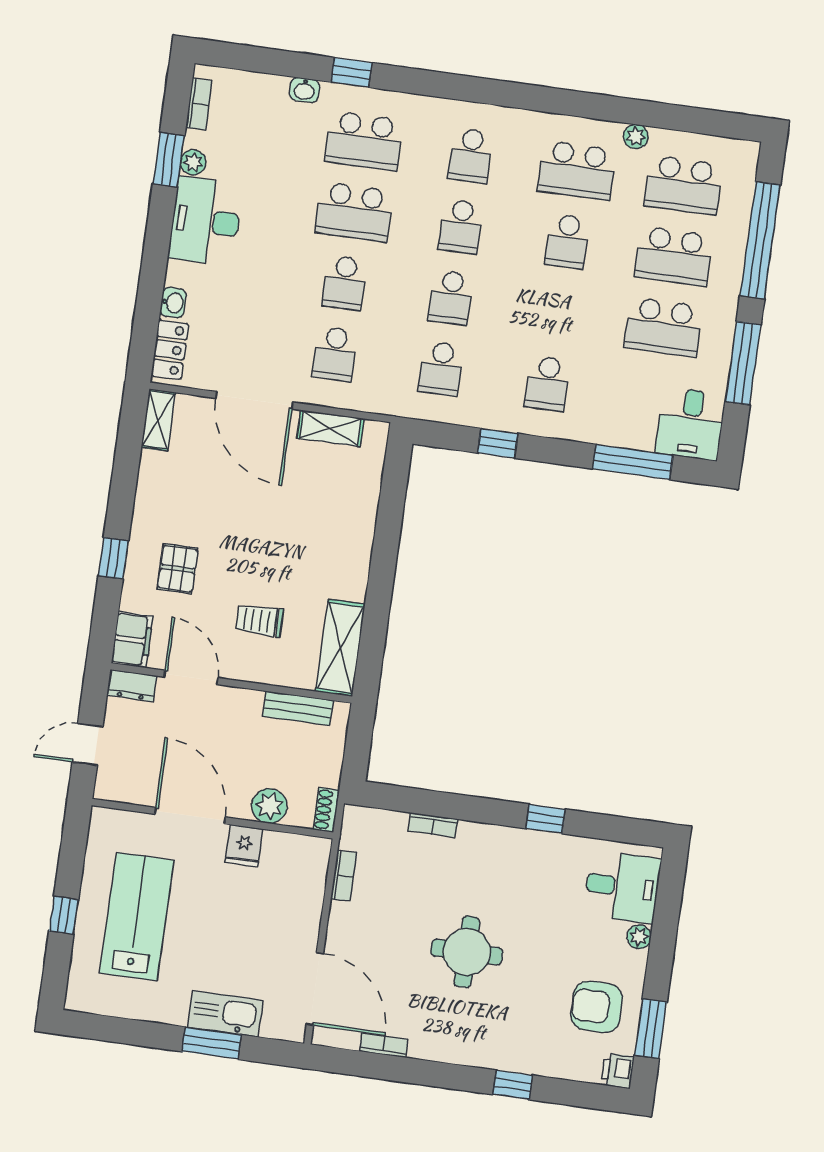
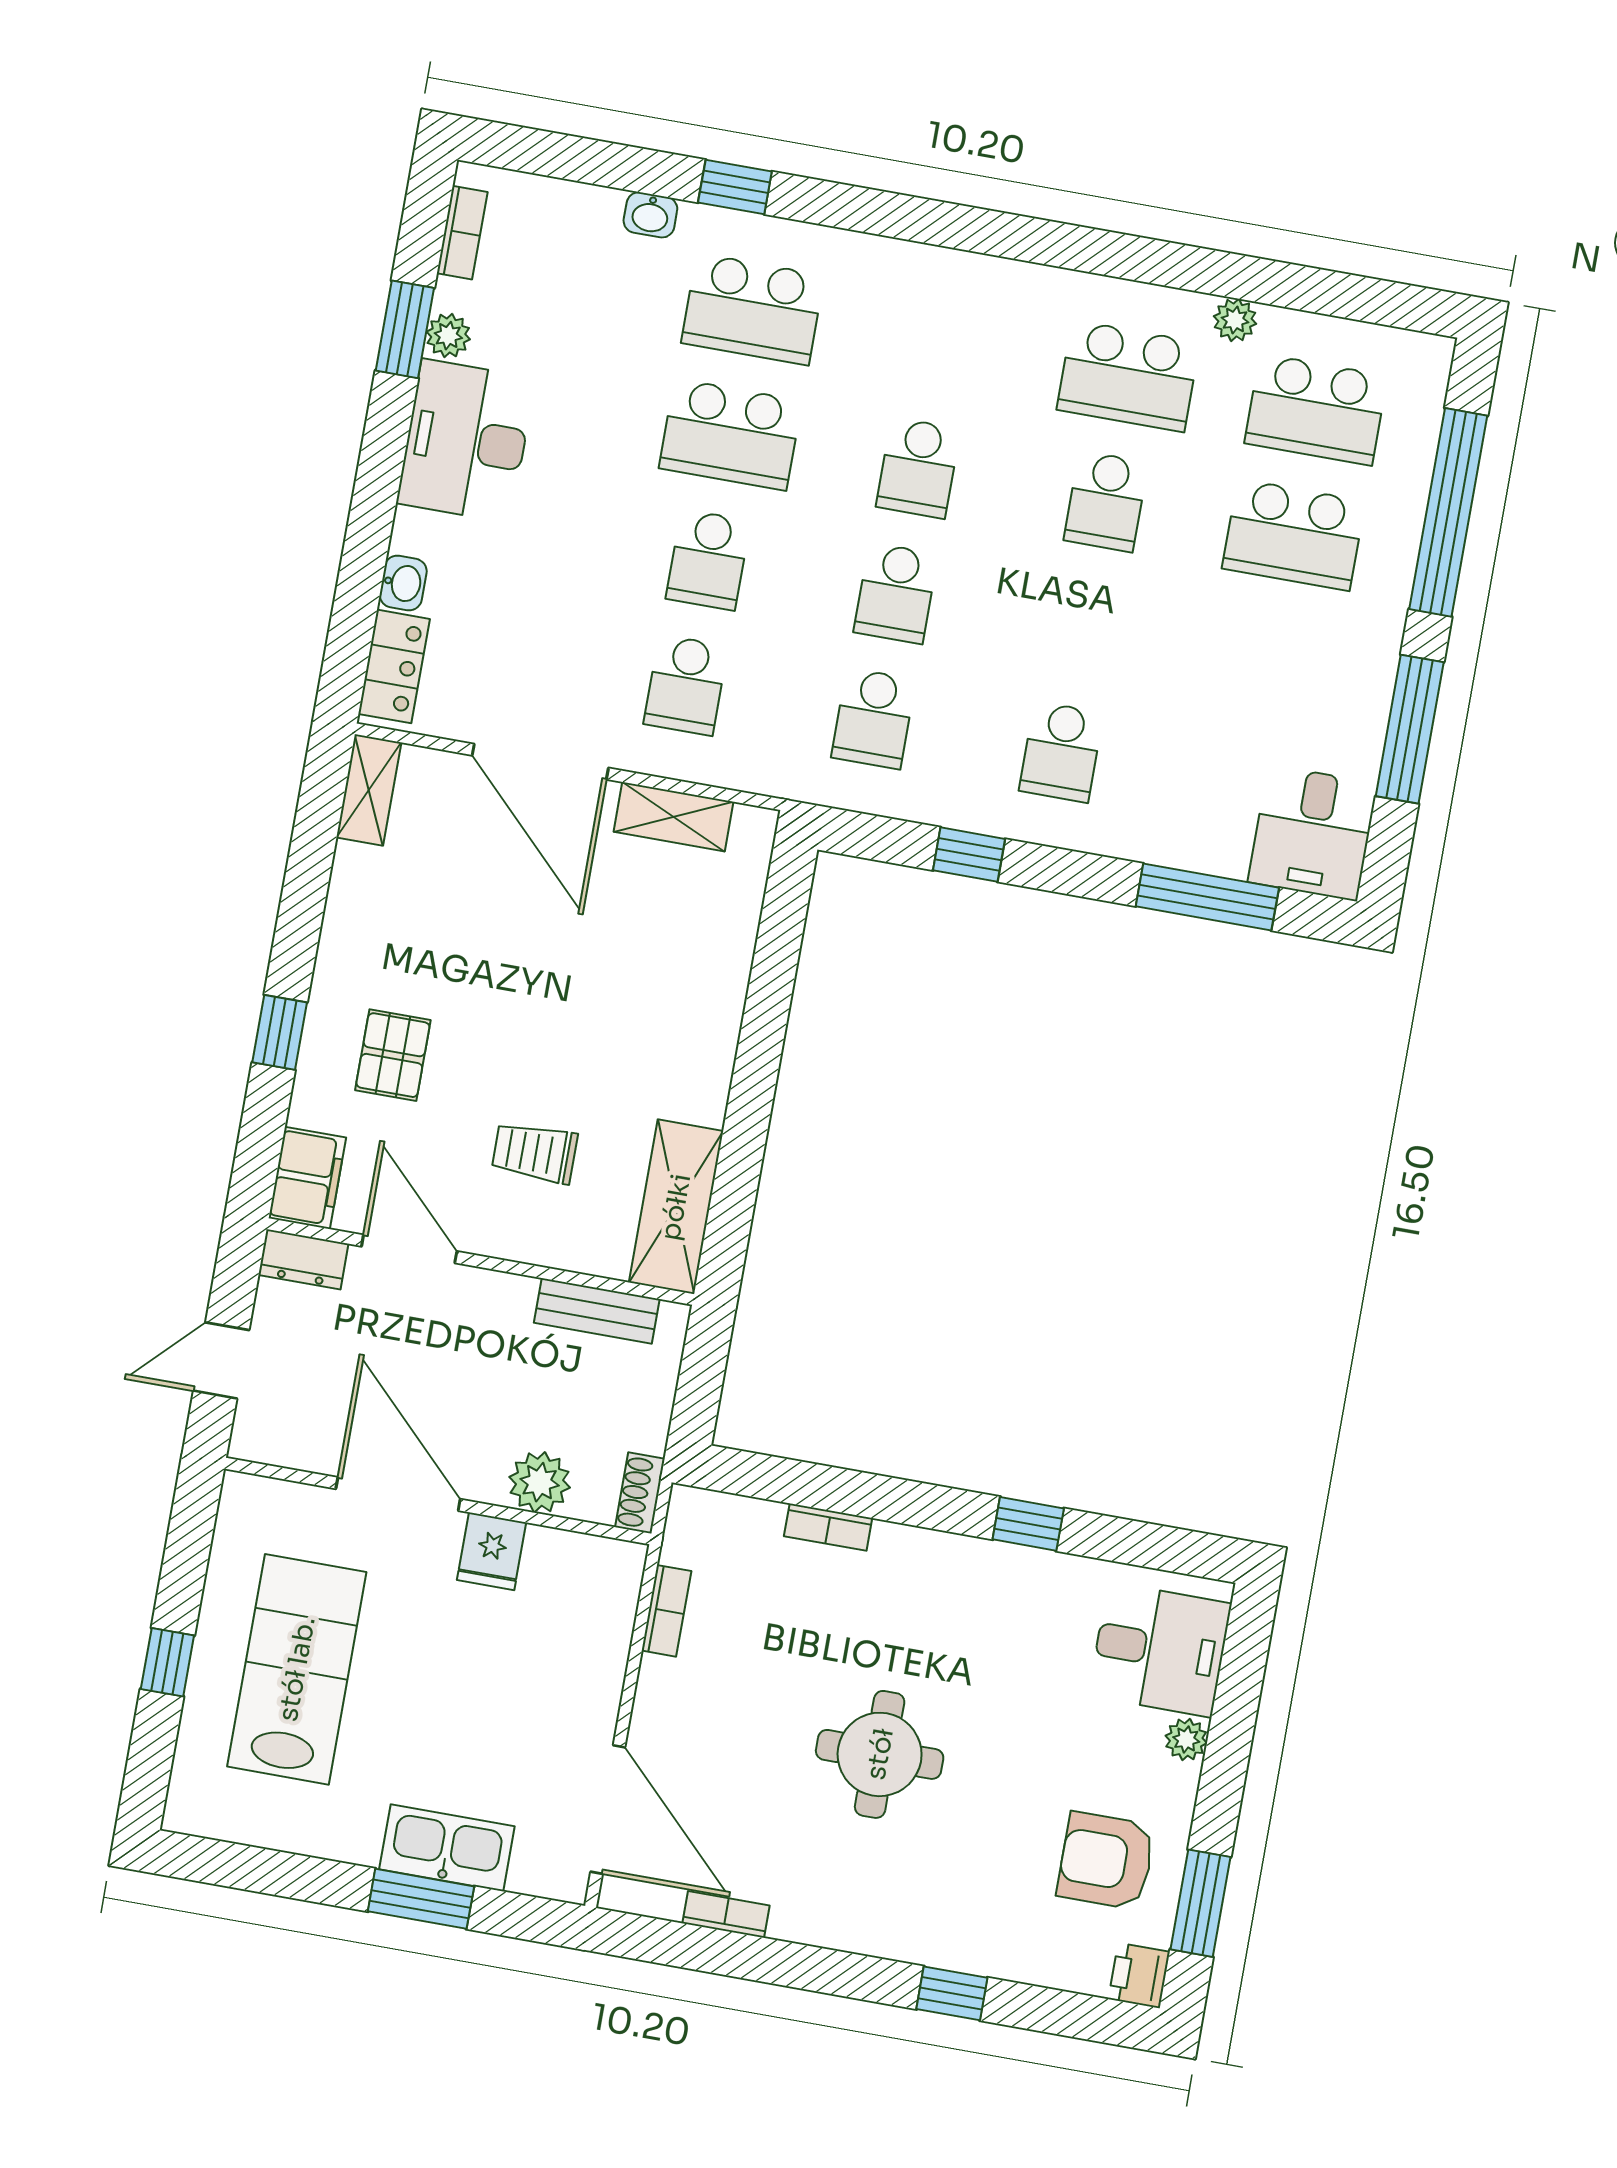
school desk: (471, 156) -> (940, 343), removed
school desk: (664, 327) -> (1271, 660), removed

